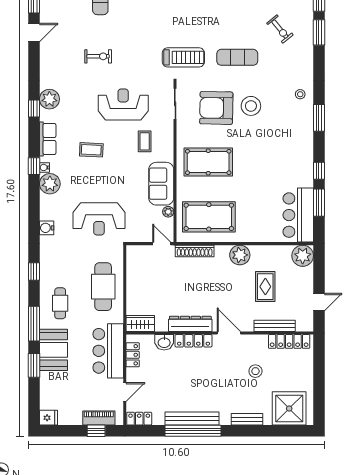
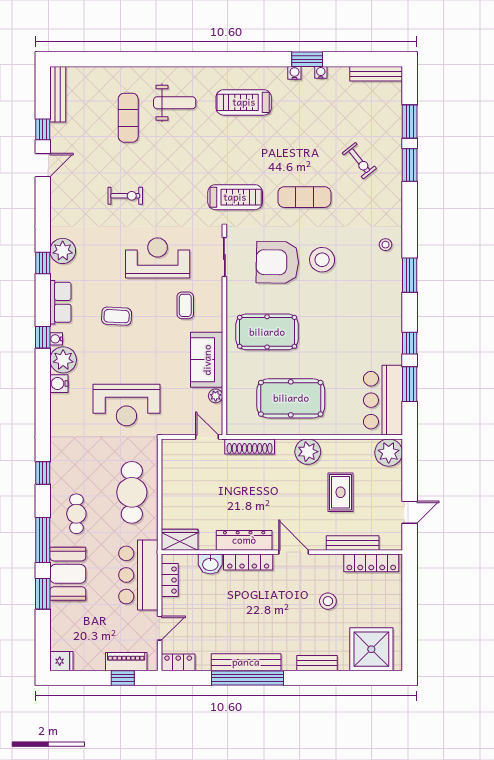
pool table: (209, 217) -> (291, 398), moved
water cooler: (47, 228) -> (59, 384), moved

